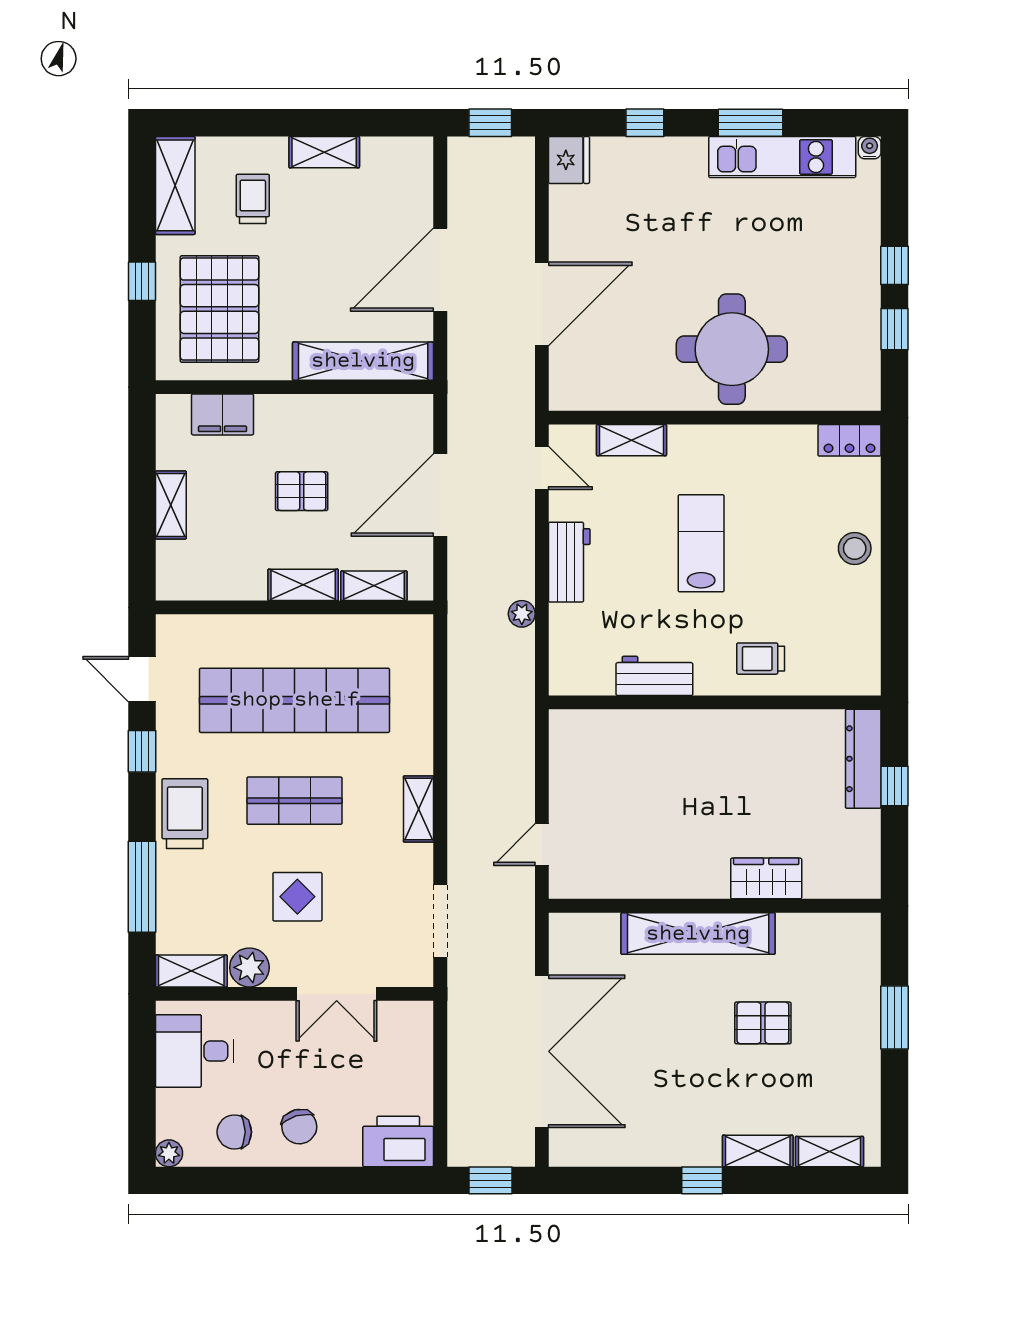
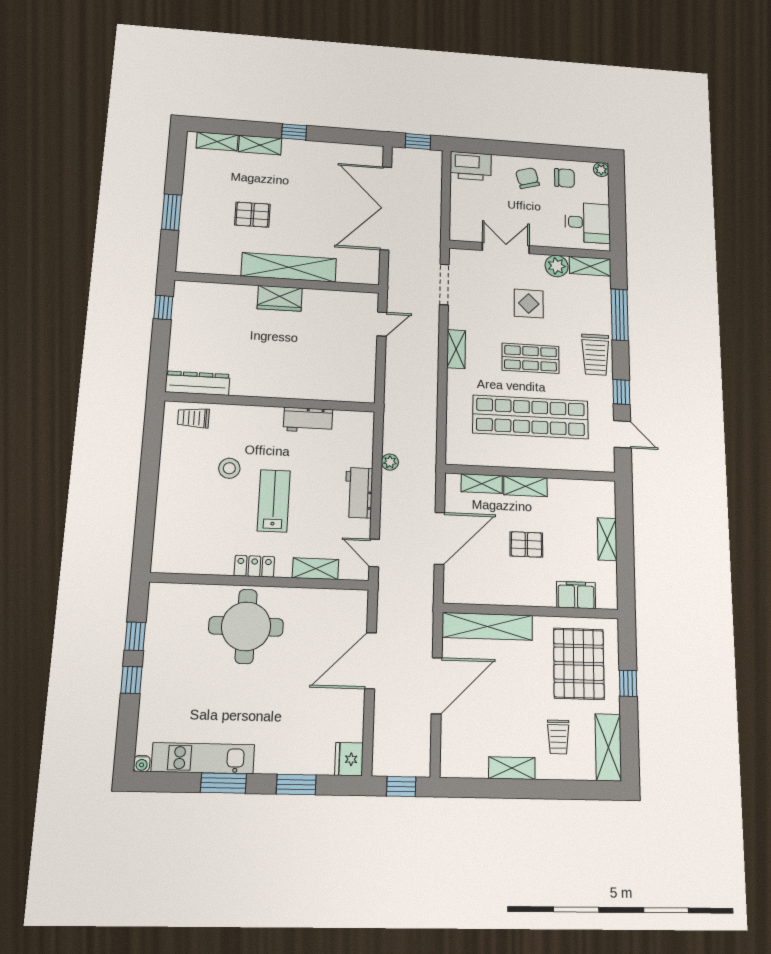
window: (645, 123) -> (296, 784), width x1.50
locker: (849, 440) -> (254, 566), moved
lab bench: (701, 543) -> (274, 501), turned 180
stool: (855, 548) -> (229, 468), moved
trolley: (761, 659) -> (193, 418), moved, turned 180
dresser: (863, 759) -> (198, 383), moved, turned -90
window: (894, 786) -> (163, 307), moved
wardrobe: (766, 878) -> (280, 298), moved

